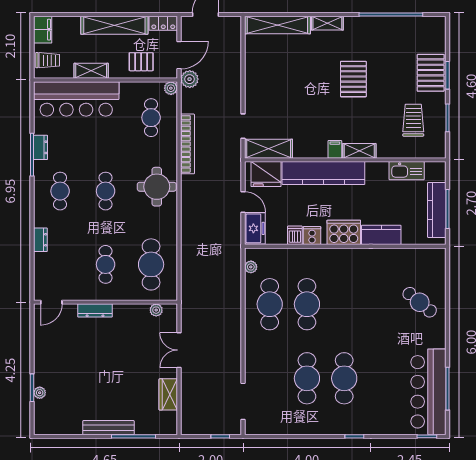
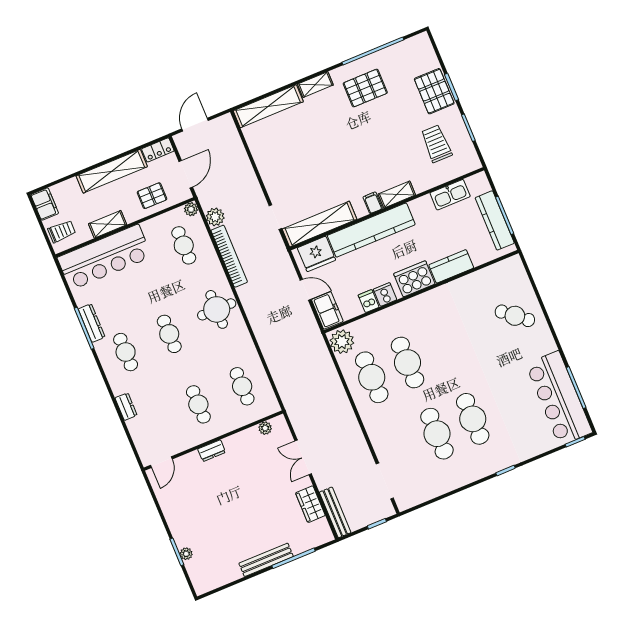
plant: (190, 79) -> (215, 217), moved
pallet: (353, 79) -> (365, 88), moved, turned 90
dresser: (41, 147) -> (92, 323), width x1.44
shelving: (269, 149) -> (320, 224), width x1.47
cafe table: (151, 264) -> (242, 386), width x0.73, depth x0.74
plant: (251, 267) -> (342, 342), width x1.87, depth x1.87
dresser: (95, 310) -> (212, 451), width x0.70
bench: (187, 411) -> (335, 512), added

